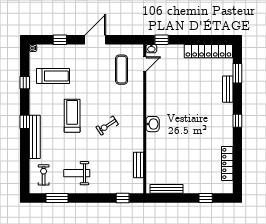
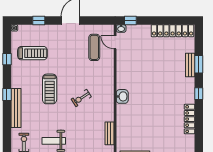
door: (145, 64) -> (115, 42), swing flipped
window: (237, 73) -> (199, 64), moved
treadmill: (72, 116) -> (50, 89), turned 180
locker: (227, 163) -> (189, 119), moved

